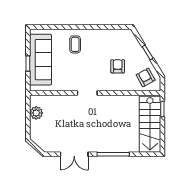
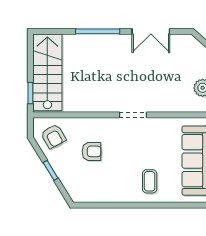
armchair: (118, 66) -> (92, 151), turned -90
double door: (74, 154) -> (151, 31), swing flipped

